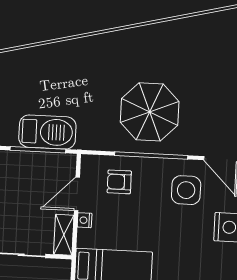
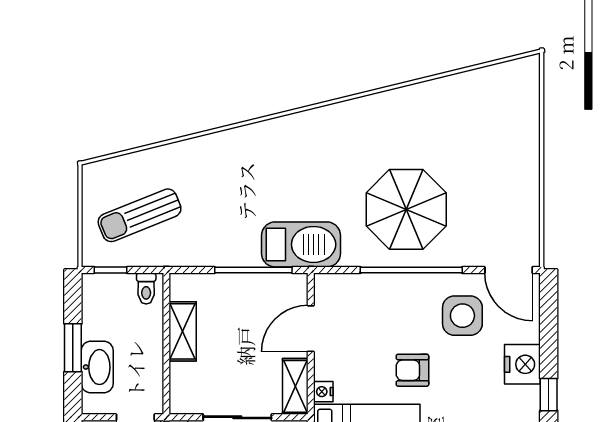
barbecue: (47, 132) -> (301, 244), moved
armchair: (119, 182) -> (412, 370), moved
nightstand: (85, 220) -> (323, 392), moved

